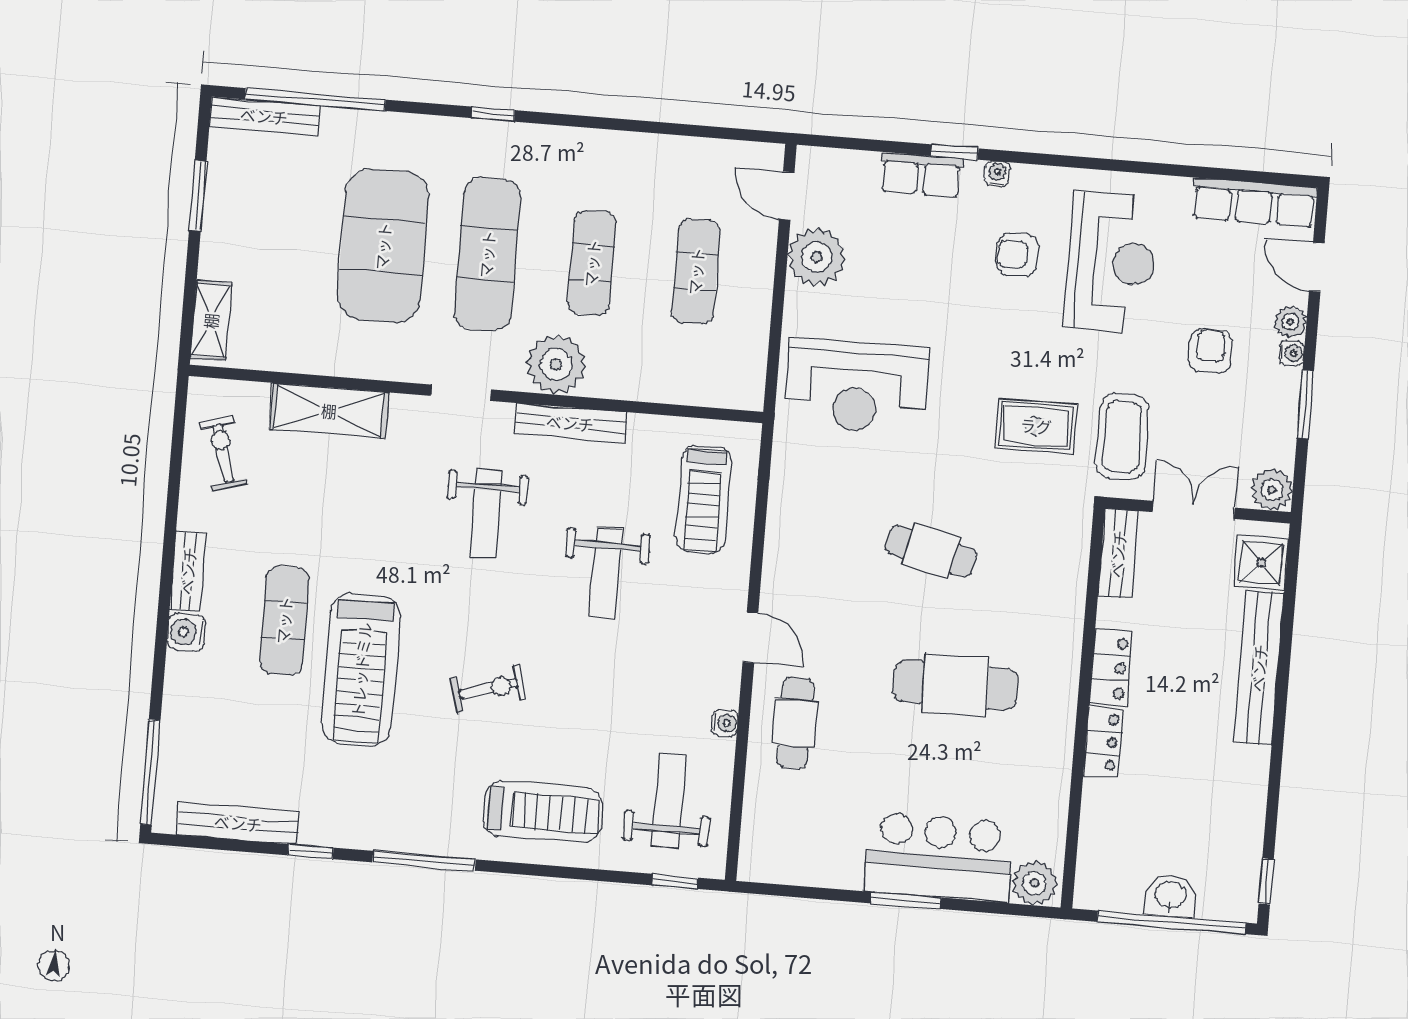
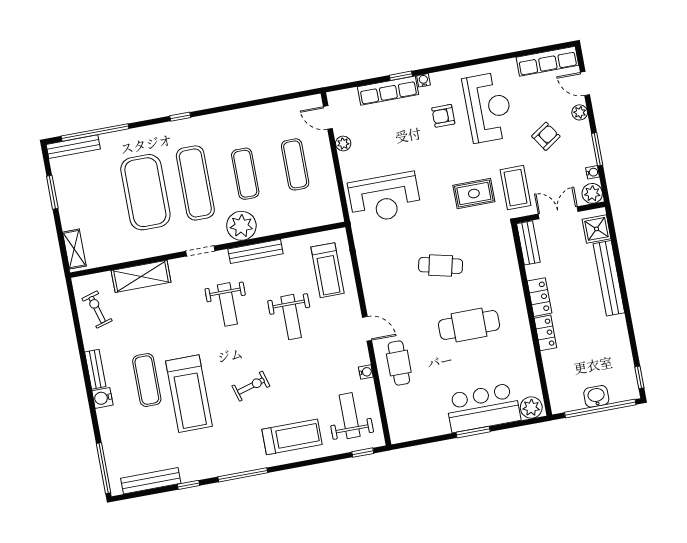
row of seats: (921, 175) -> (388, 91), width x1.48
plant: (817, 257) -> (343, 144), width x0.53, depth x0.53
armchair: (1210, 351) -> (546, 136), turned 56
water cooler: (1292, 353) -> (593, 172), moved

